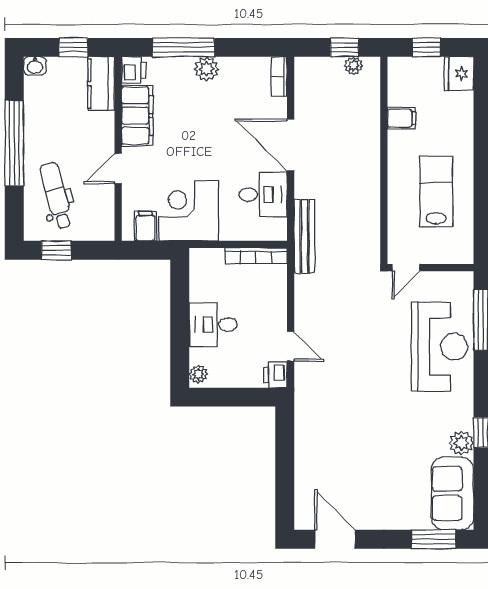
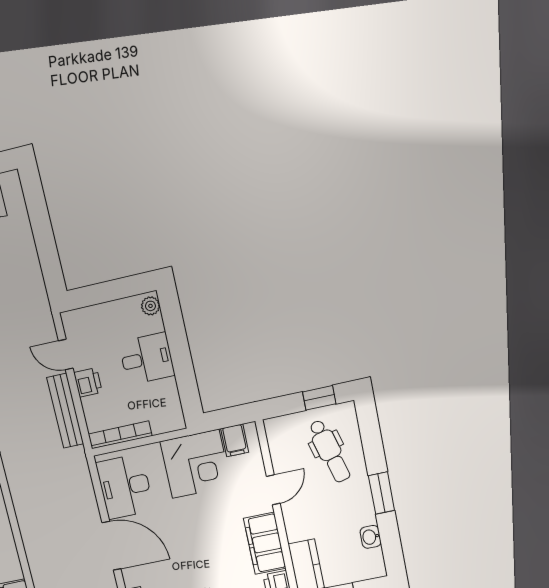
washbasin: (35, 66) -> (371, 537), moved, turned -90
window: (14, 143) -> (382, 493), width x0.47
desk: (263, 195) -> (125, 487), width x1.37
bench: (304, 236) -> (65, 411), moved
printer: (275, 375) -> (88, 382), moved

